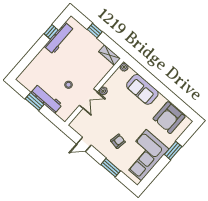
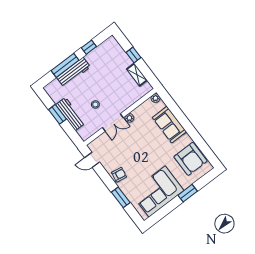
workbench: (59, 38) -> (73, 72), moved
window: (32, 54) -> (65, 65), added
shelving: (110, 55) -> (137, 75), moved
armchair: (169, 118) -> (190, 159), turned -90
armchair: (118, 141) -> (119, 175), moved
door: (84, 144) -> (92, 160), moved

